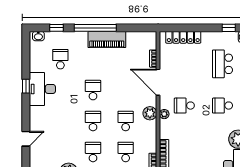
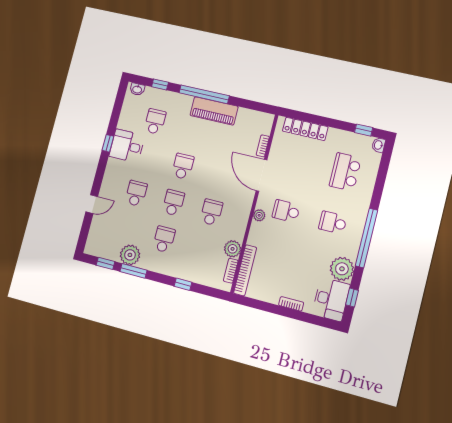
desk: (42, 89) -> (127, 146), width x0.73
plant: (150, 113) -> (233, 249), moved
school desk: (126, 152) -> (136, 193), moved

